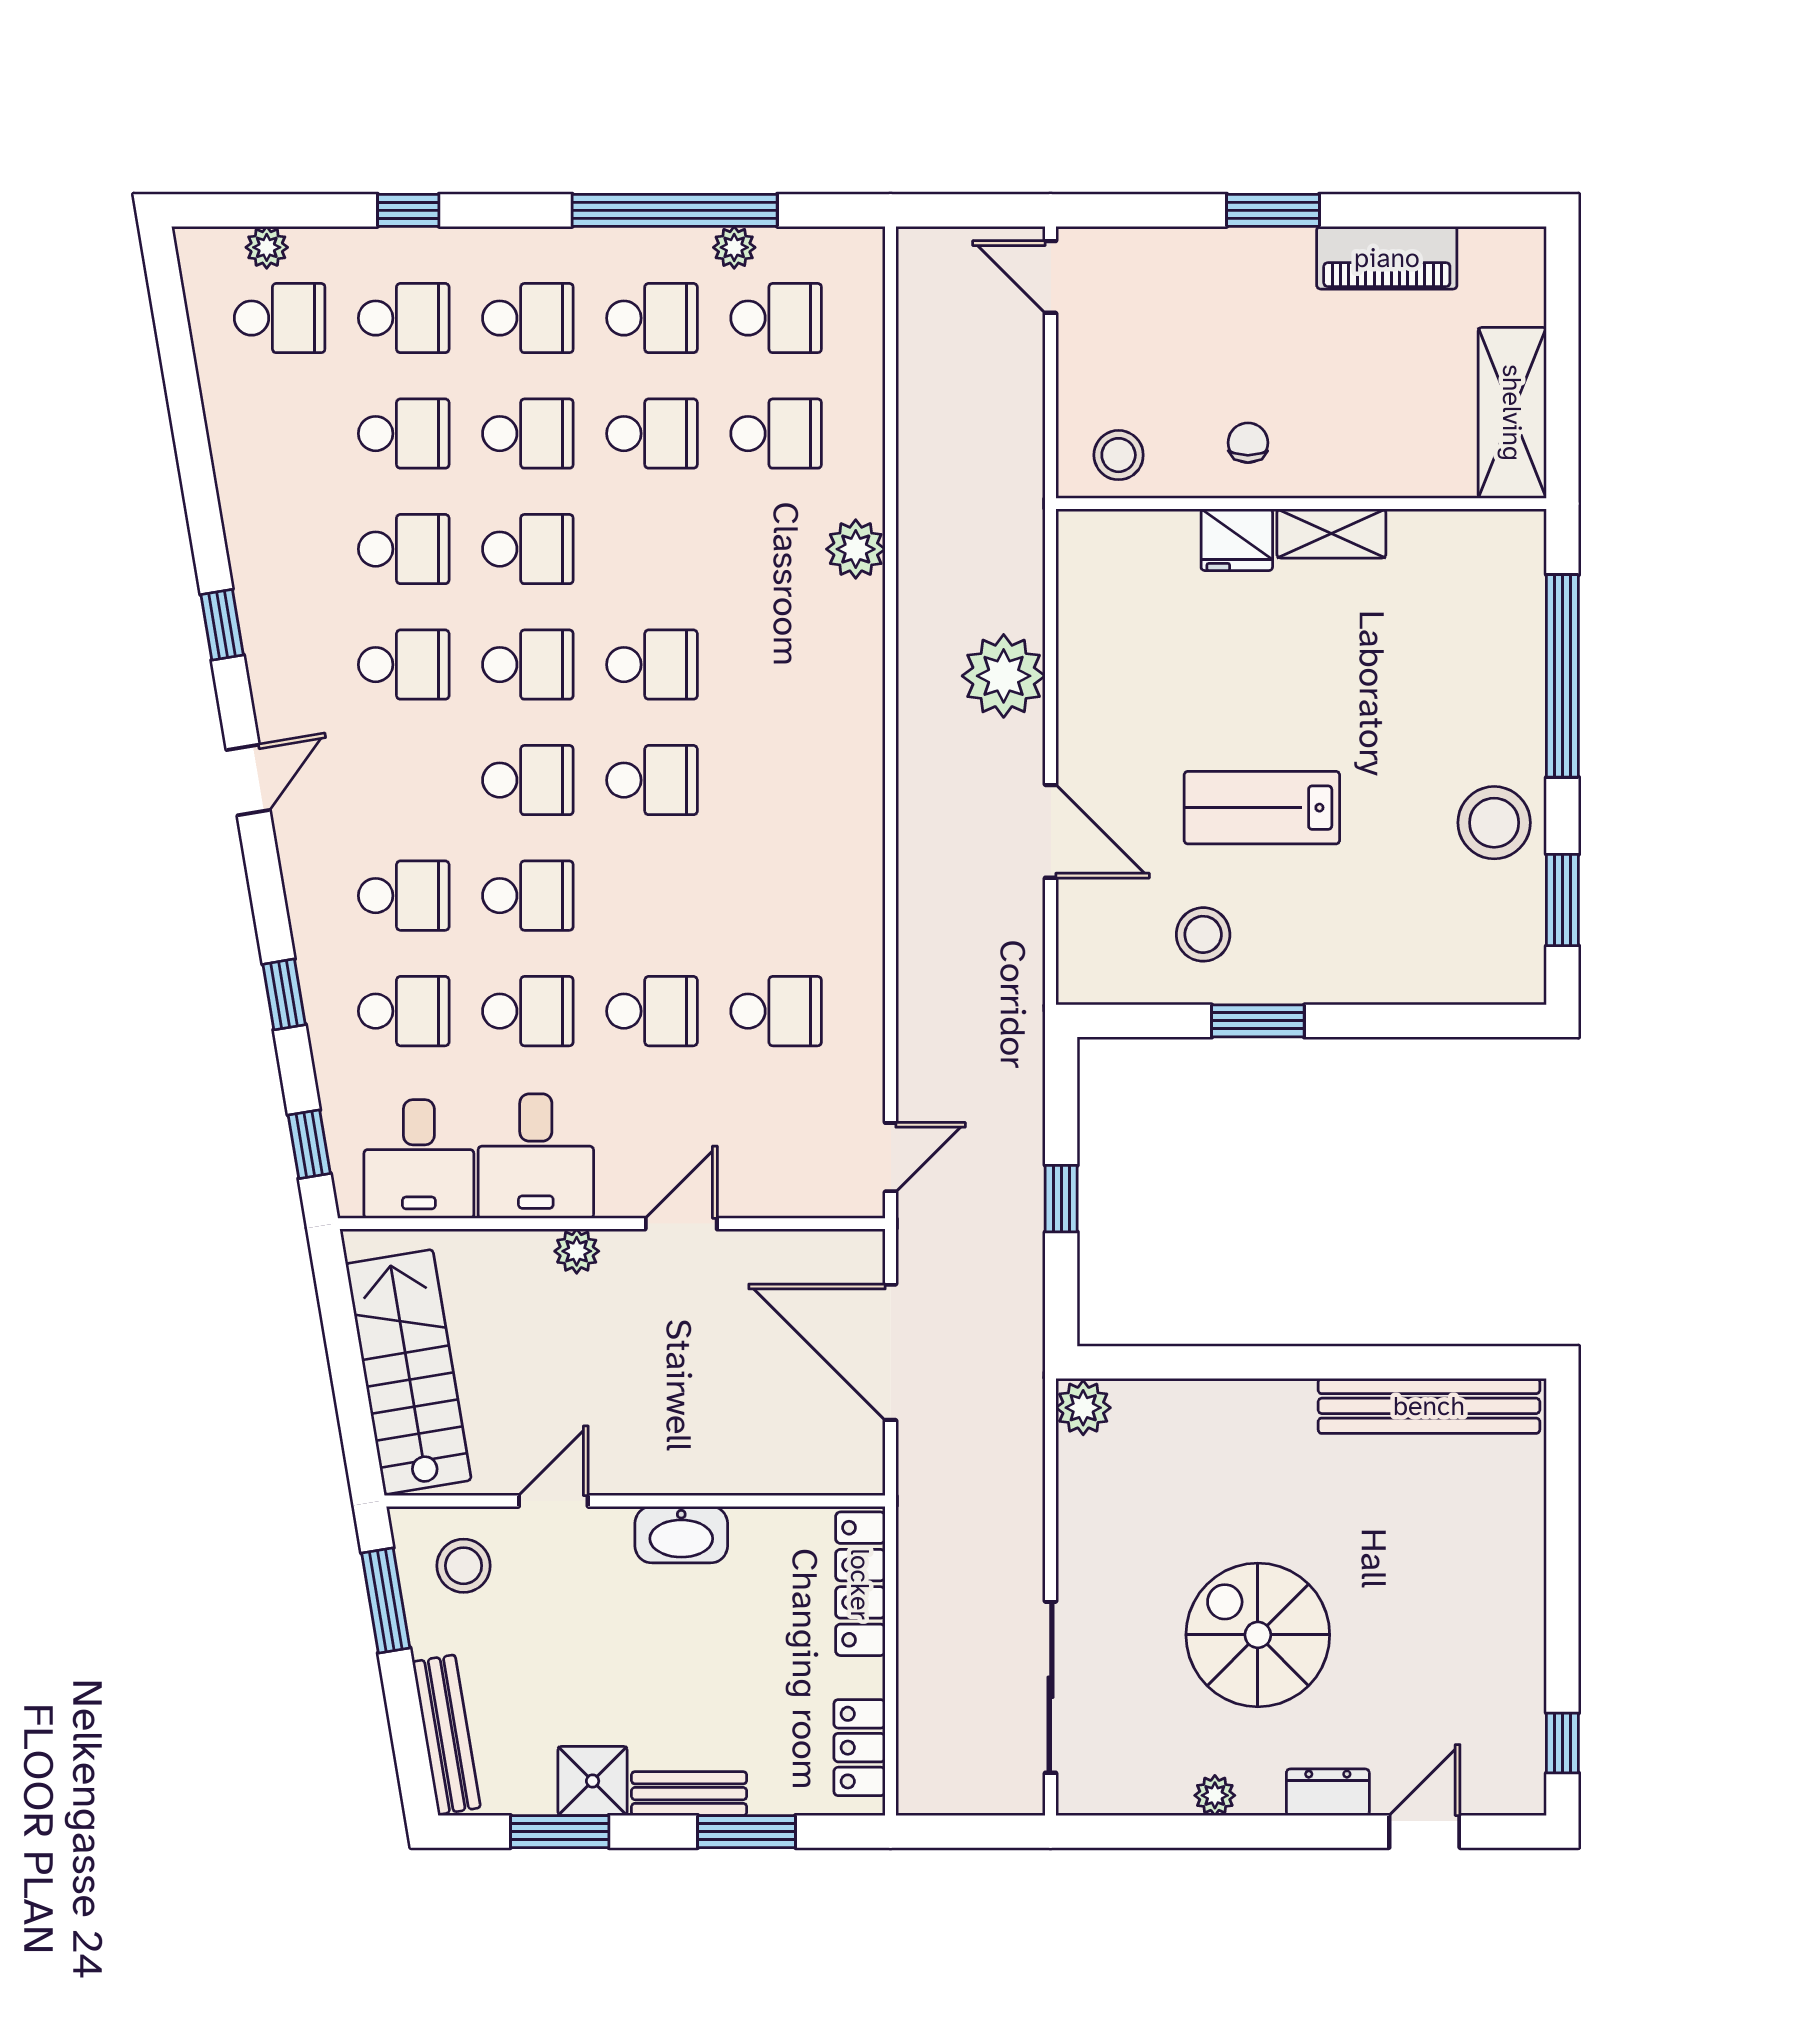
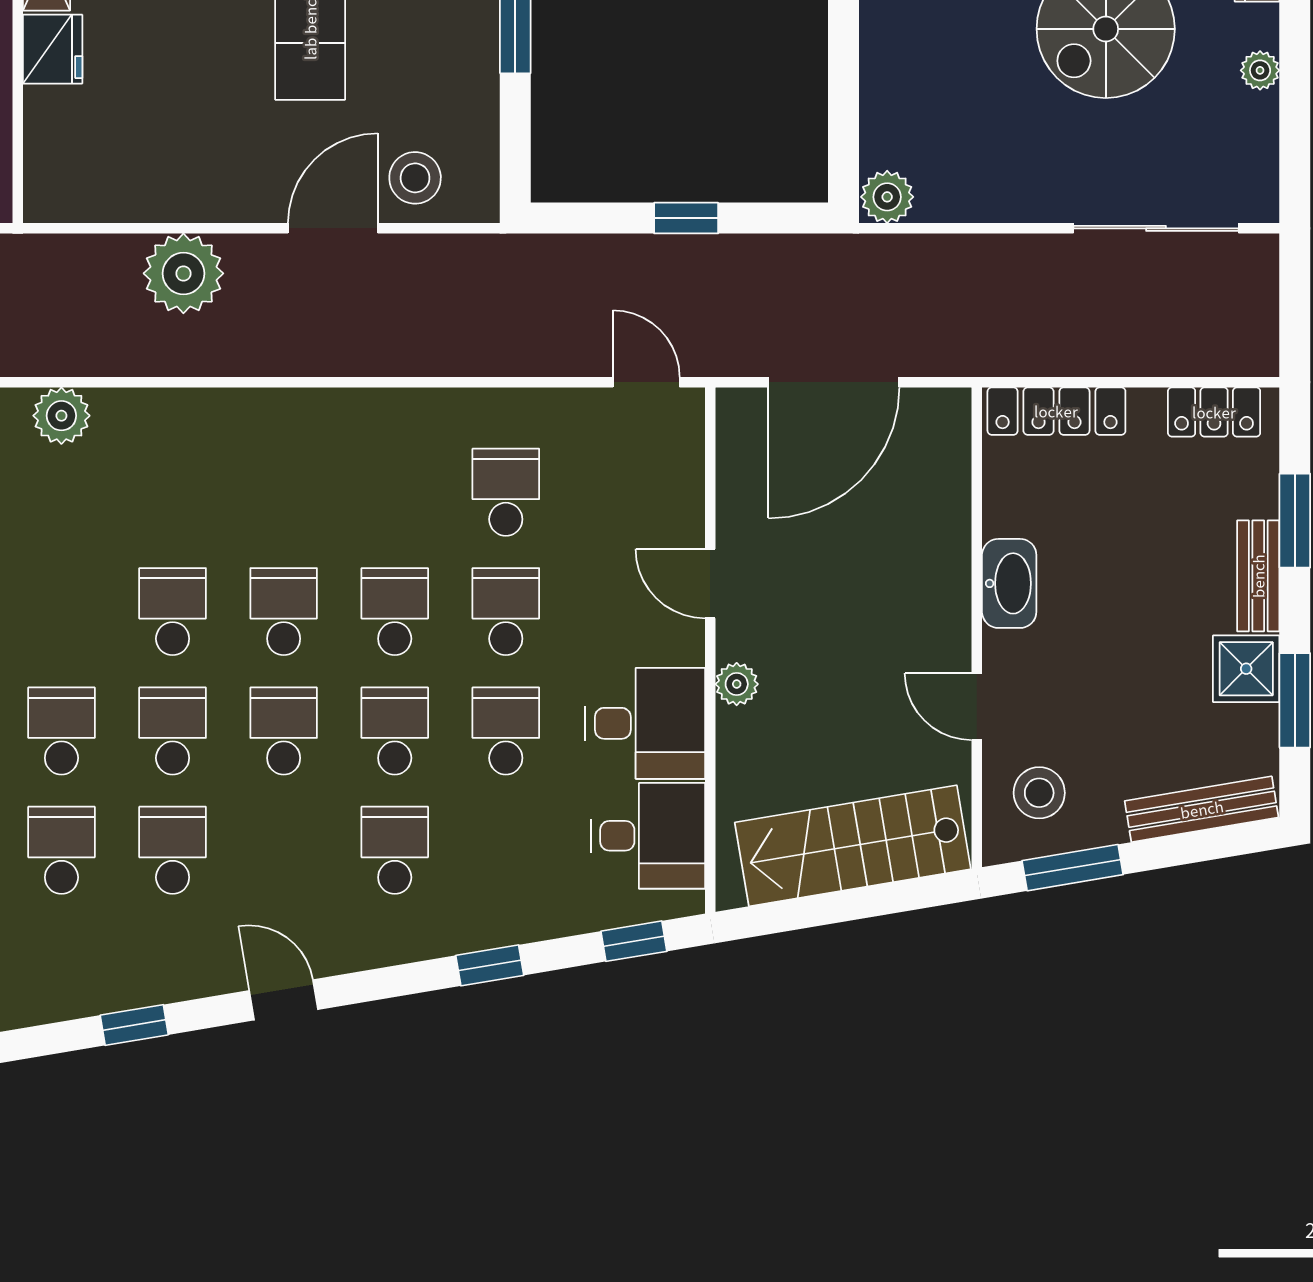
stool: (1203, 934) -> (415, 178), moved
school desk: (404, 1011) -> (395, 612), moved

